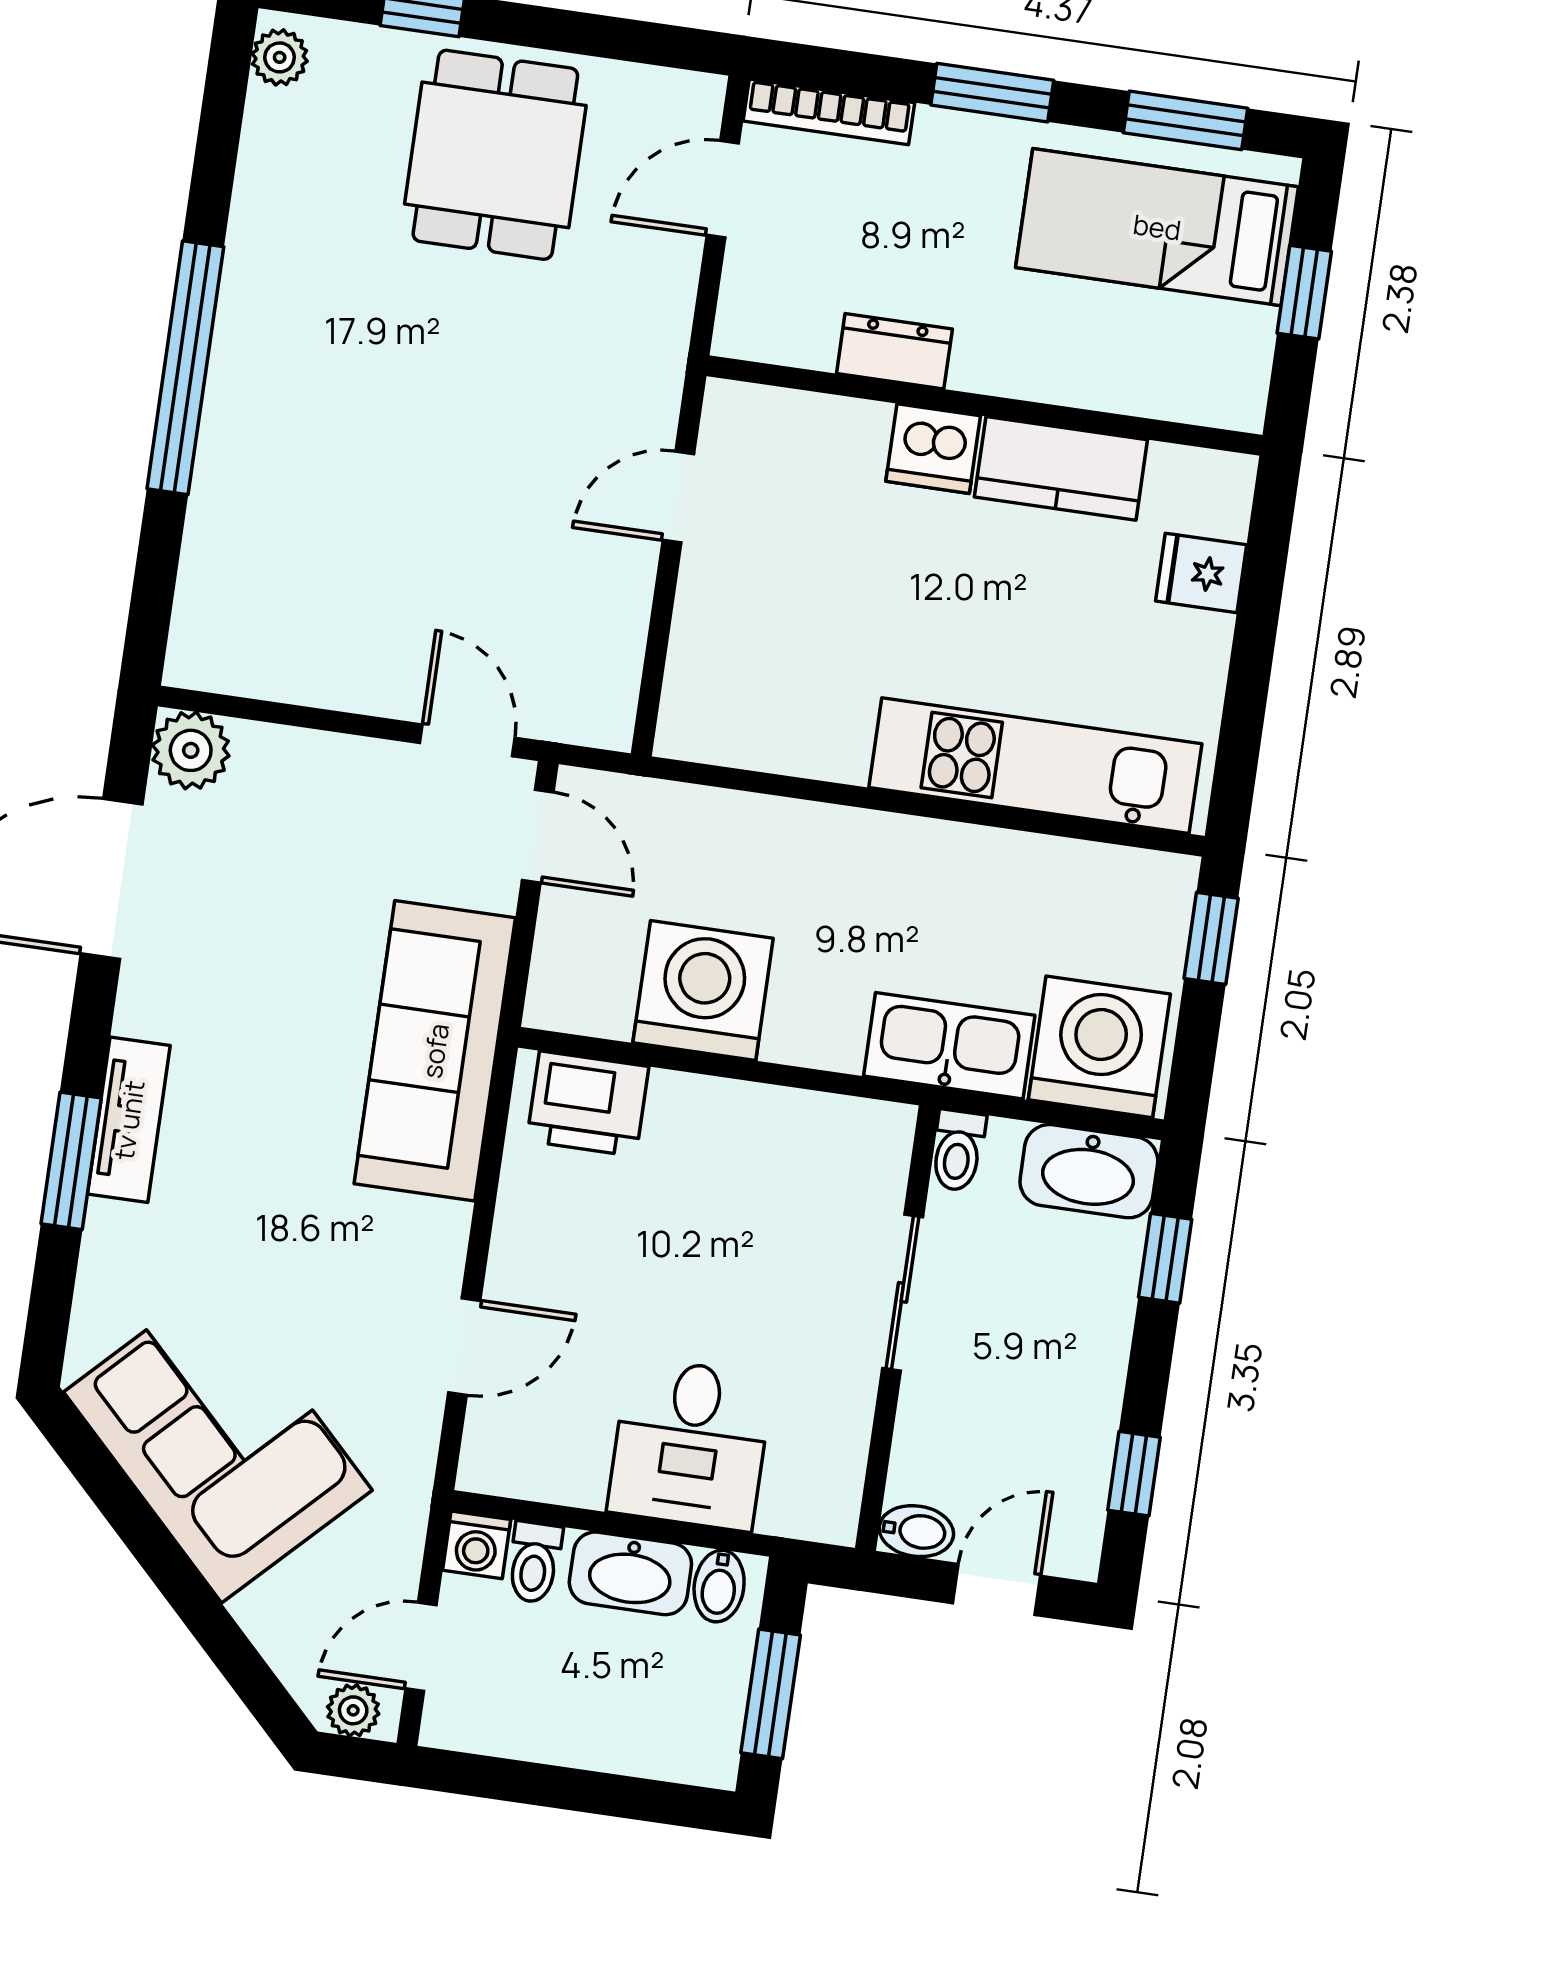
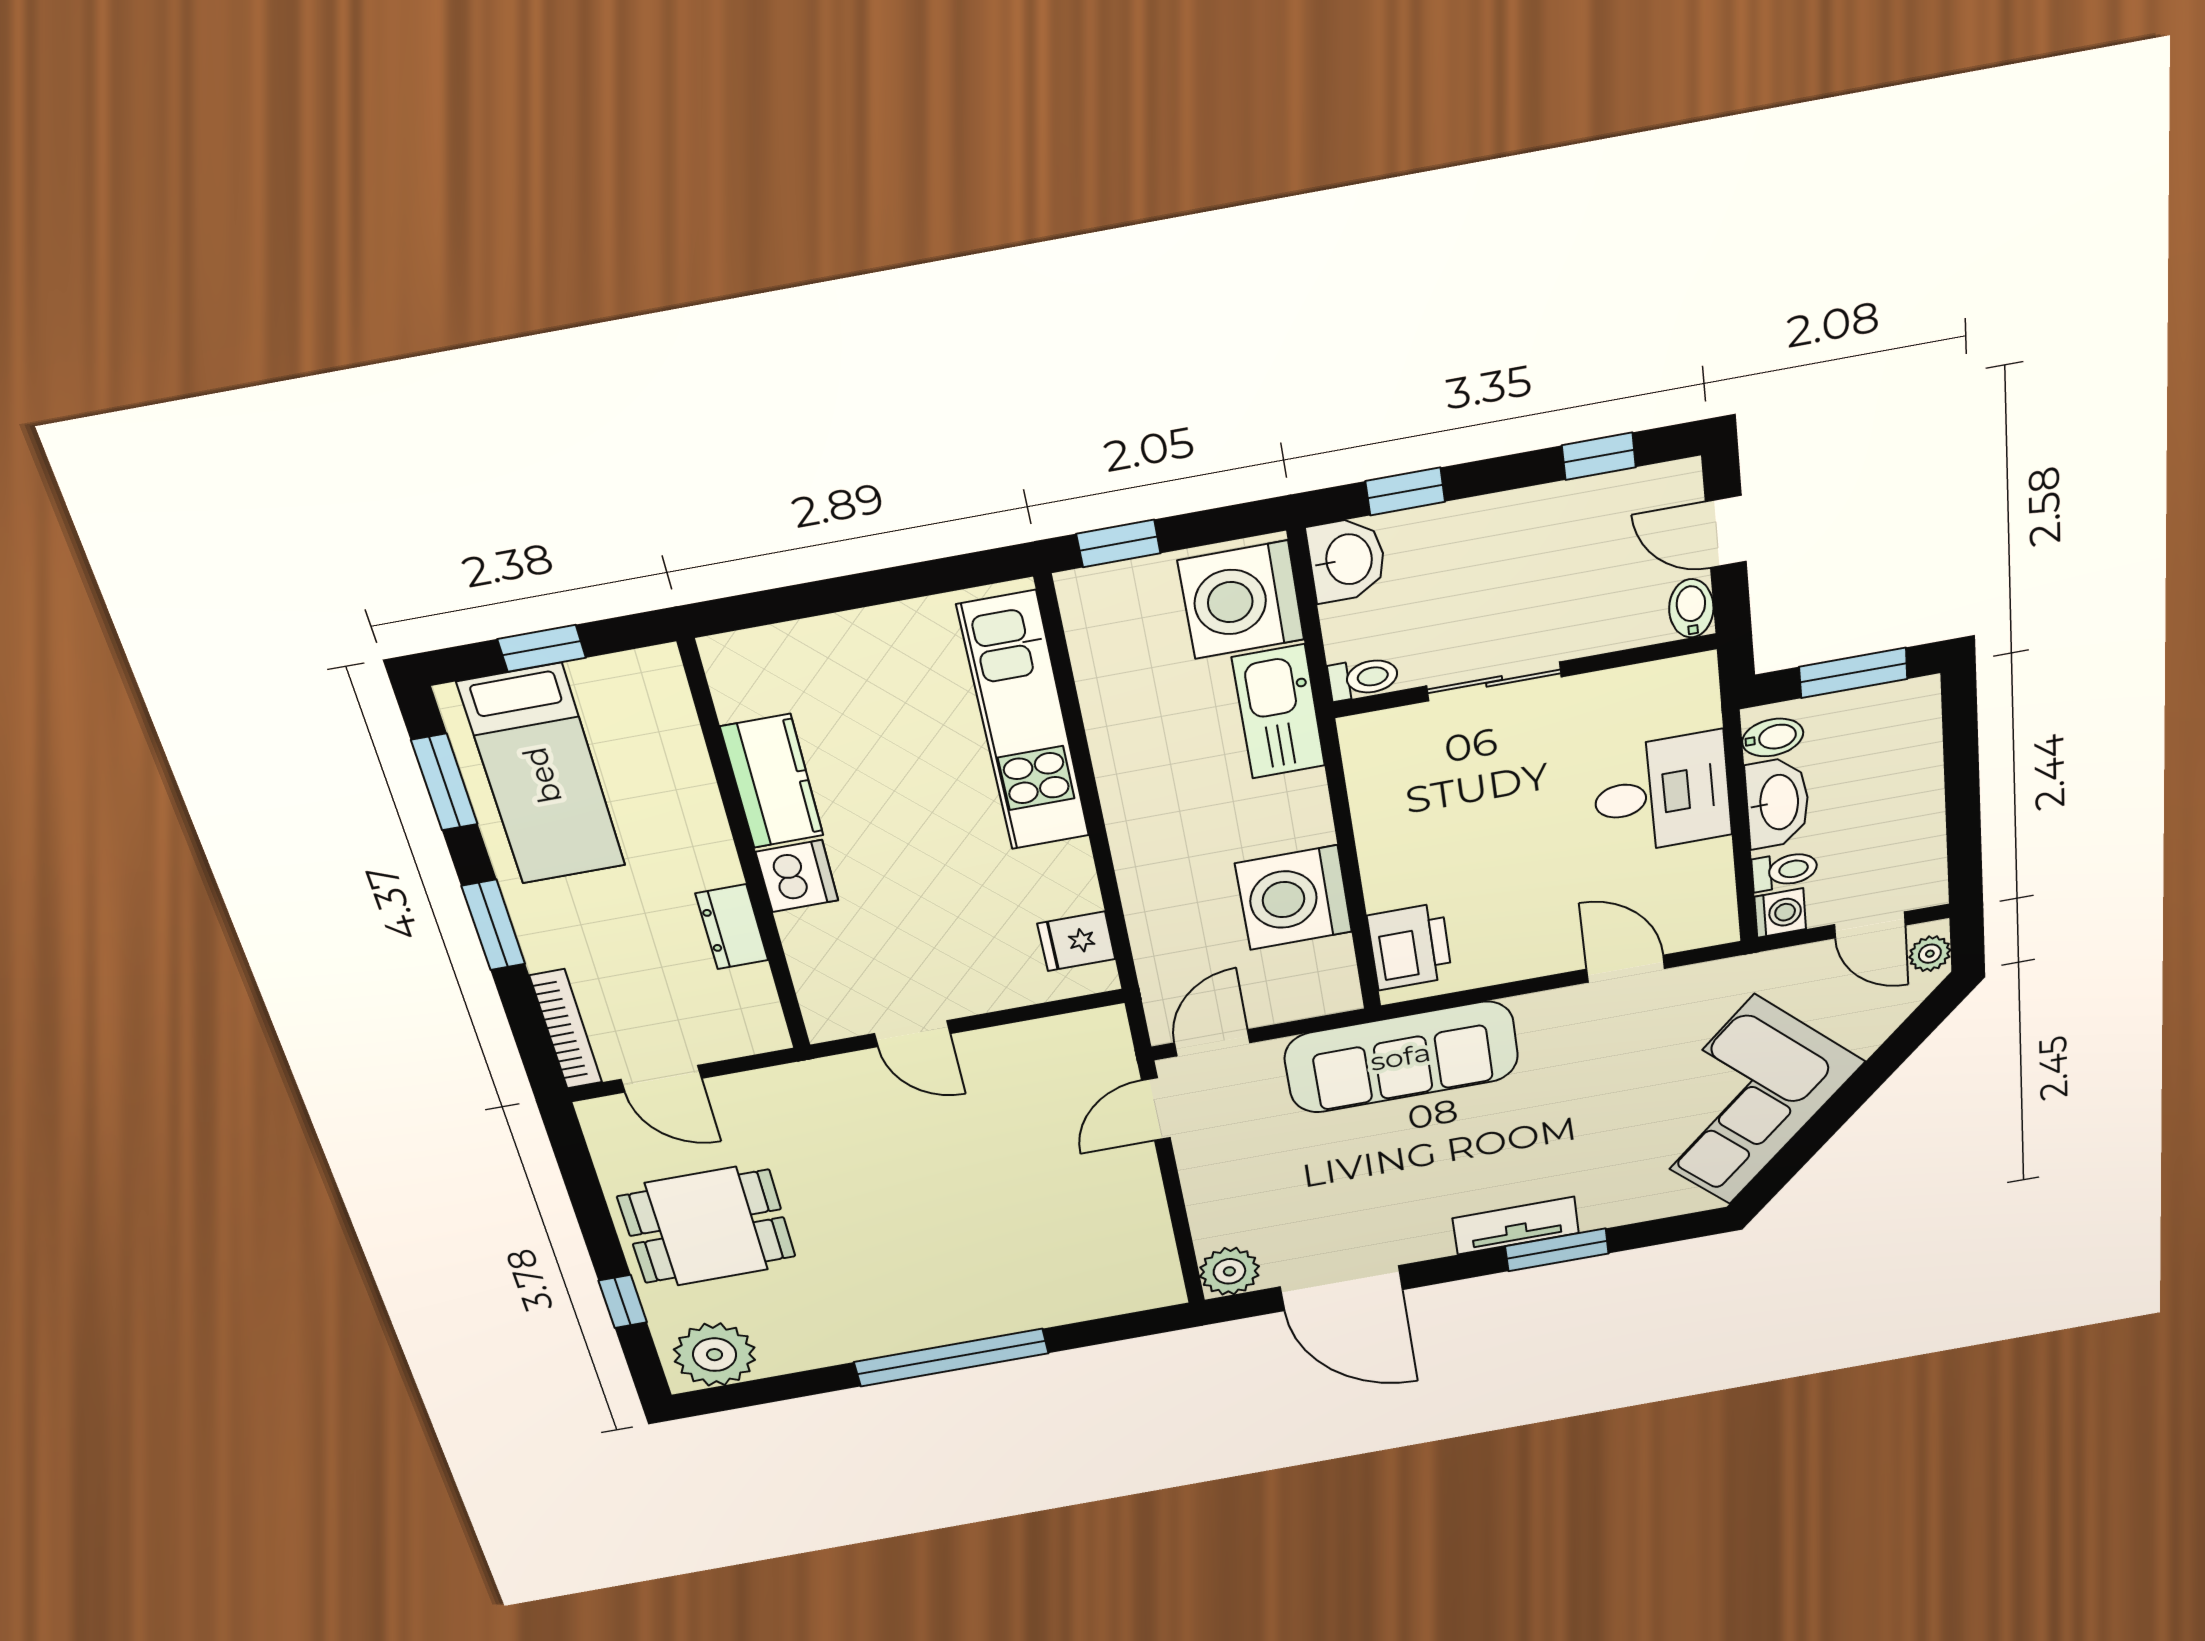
plant: (280, 57) -> (715, 1355), width x1.88, depth x1.88
fridge: (1201, 573) -> (1076, 941), moved, turned 90
washbasin: (1089, 1171) -> (1347, 560), width x0.72

